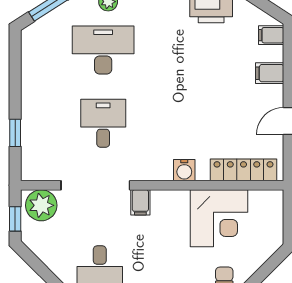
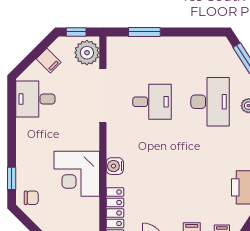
window: (15, 133) -> (144, 32), width x1.50
filing cabinet: (140, 202) -> (49, 61), moved, turned -135
corner desk: (219, 218) -> (77, 174), moved

